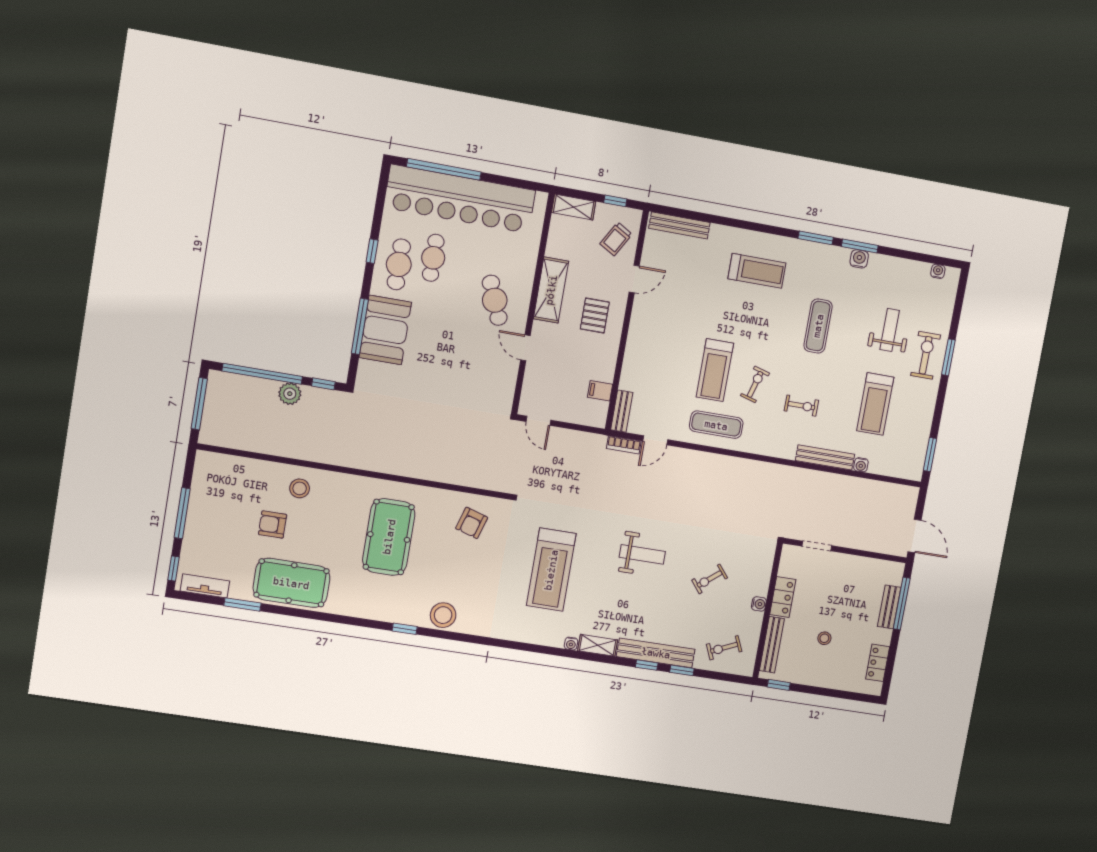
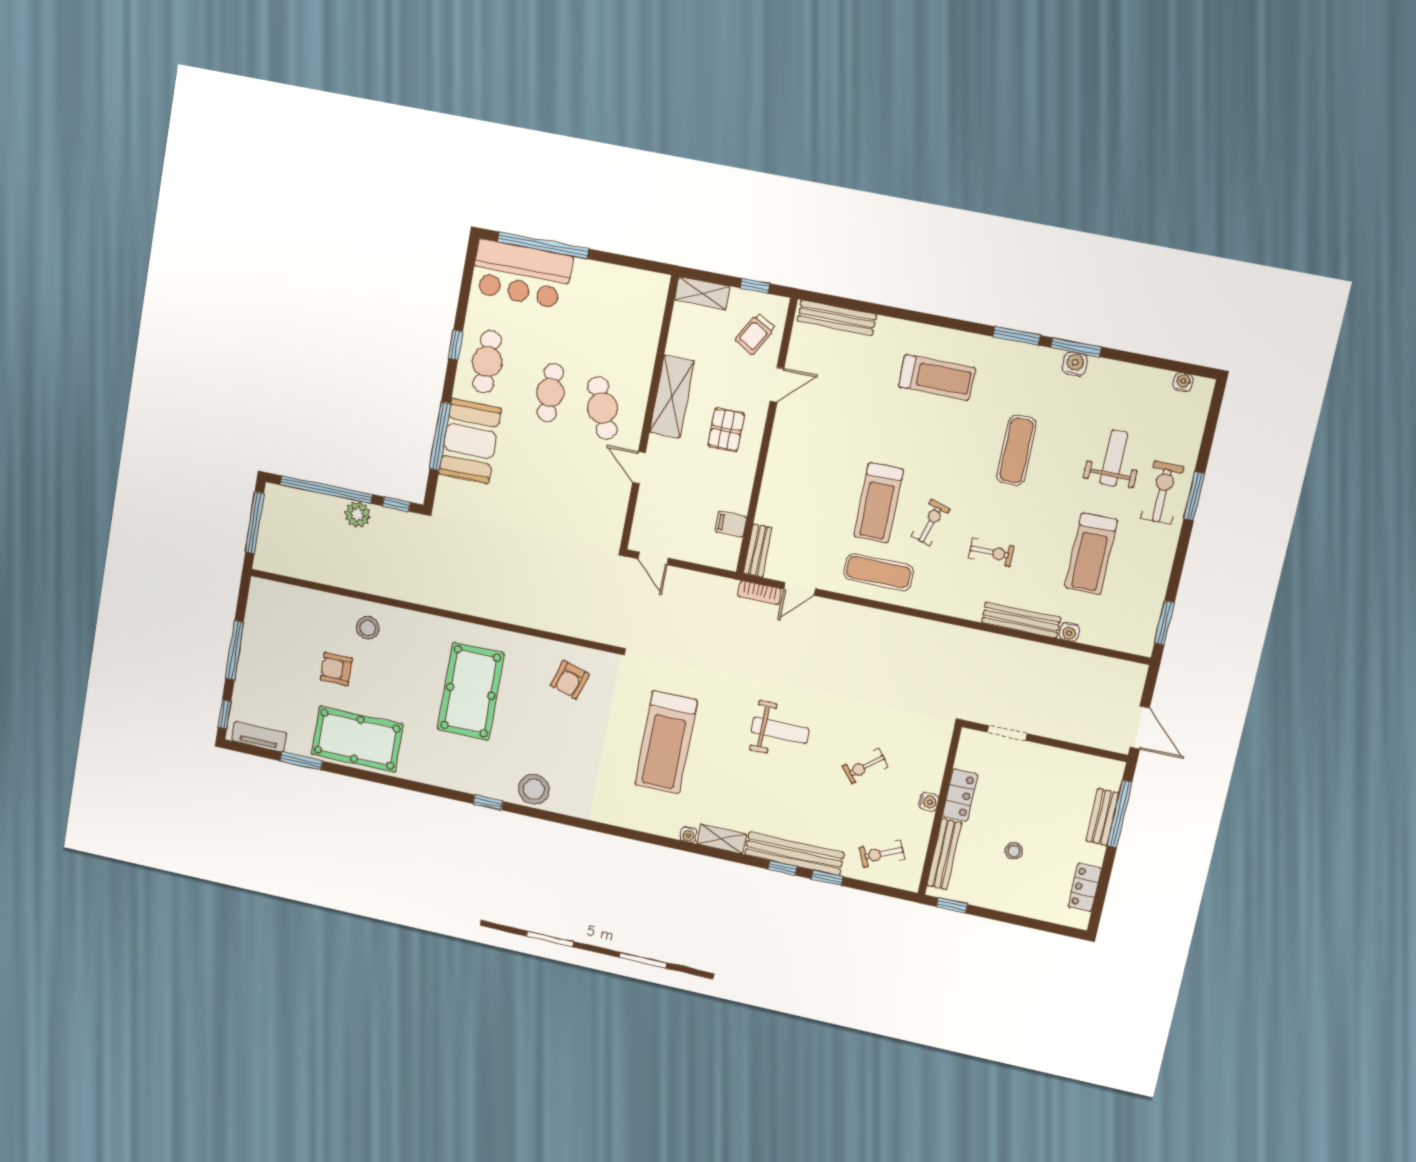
bar counter: (460, 199) -> (521, 274), width x0.54
cafe table: (433, 258) -> (550, 393), moved

